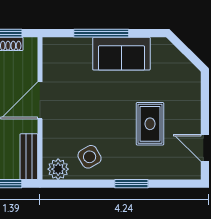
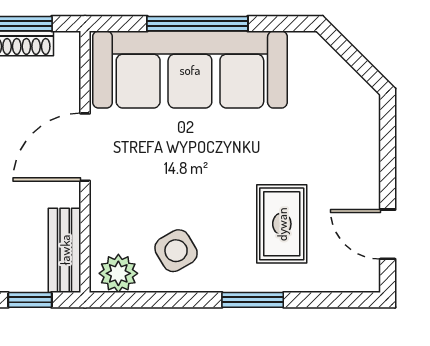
sofa: (121, 54) -> (190, 70), width x1.85, depth x1.27
rug: (150, 124) -> (282, 224), moved

